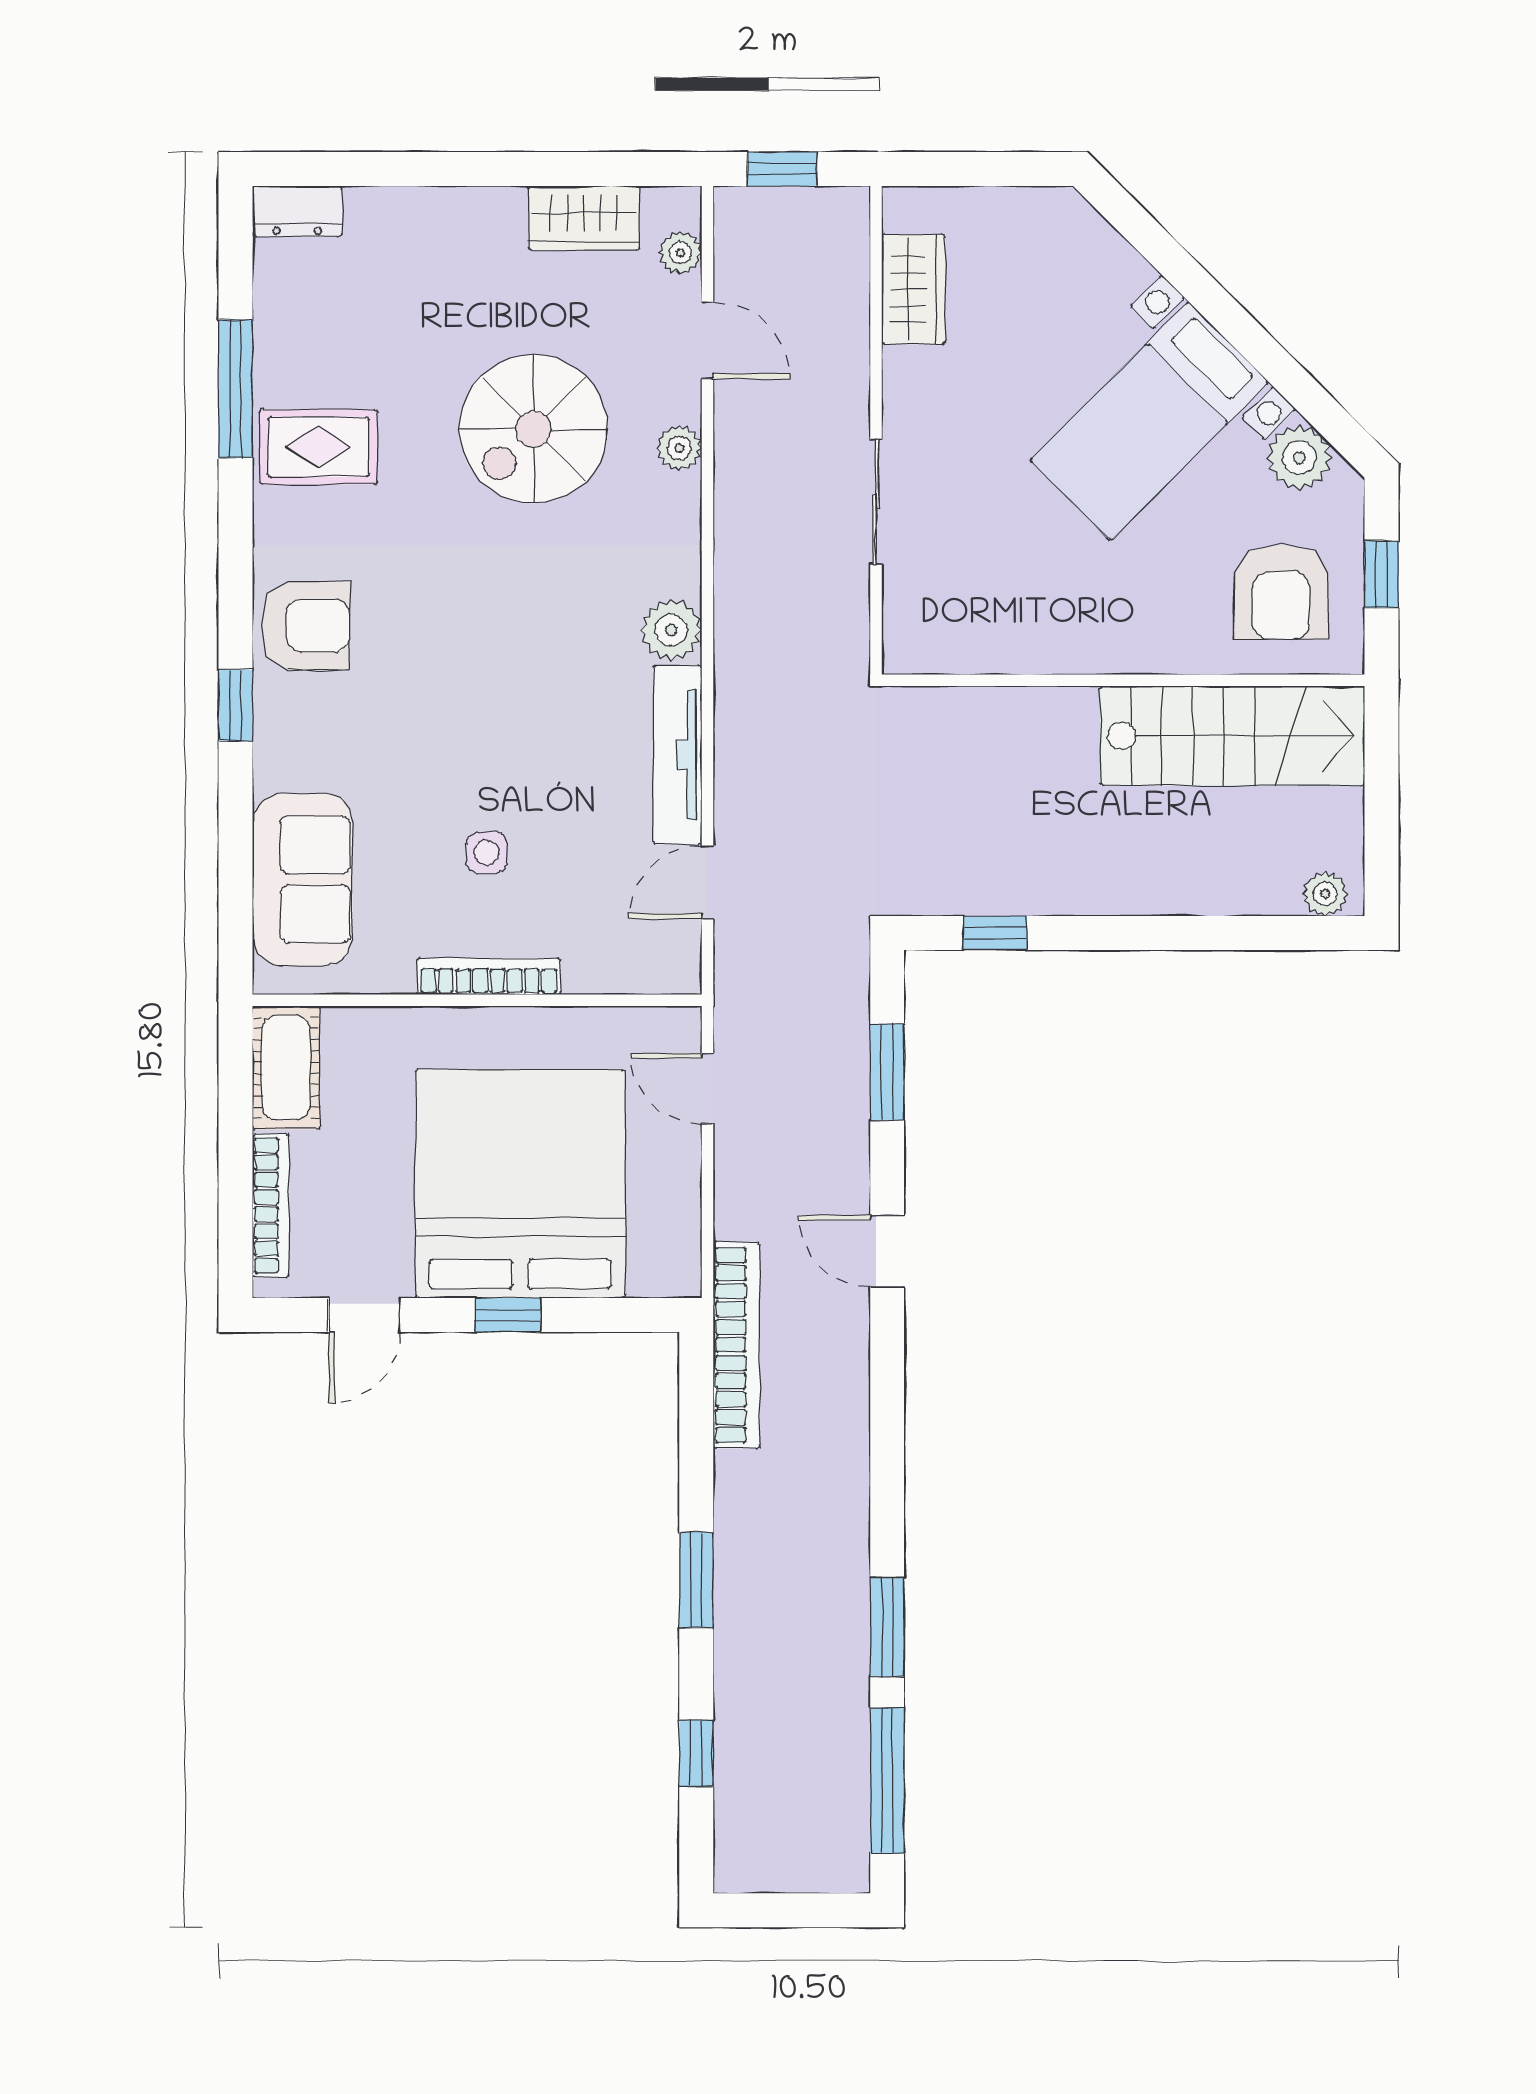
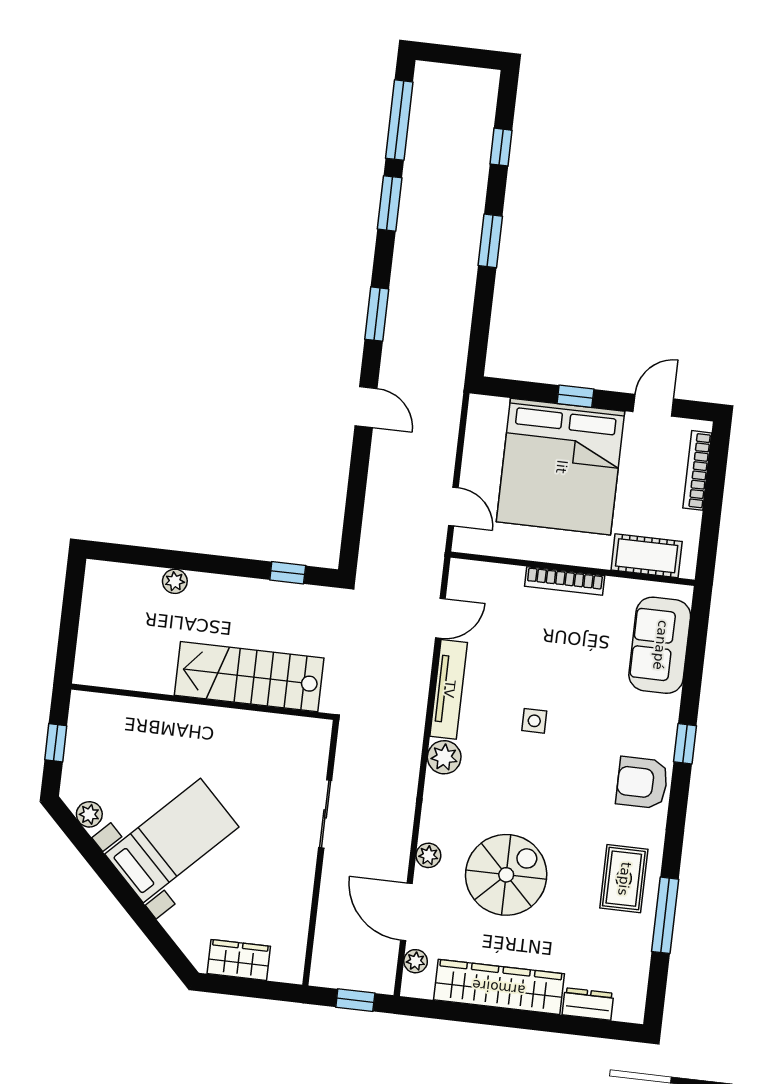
dresser: (297, 211) -> (588, 1004), moved
wardrobe: (584, 218) -> (499, 987), width x2.10, depth x1.17
wardrobe: (913, 289) -> (239, 960), moved, turned 90
door: (707, 340) -> (406, 912), width x1.38
rug: (318, 447) -> (624, 879), turned 90
plant: (1299, 457) -> (89, 814), width x0.73, depth x0.73
armchair: (1281, 592) -> (111, 740), removed
stairs: (1232, 736) -> (249, 677), moved
side table: (487, 853) -> (534, 721), moved
plant: (1325, 894) -> (175, 581), moved
cot: (286, 1068) -> (647, 556), moved, turned 90
window: (887, 1072) -> (377, 314), moved
bookcase: (736, 1345) -> (454, 366), removed

